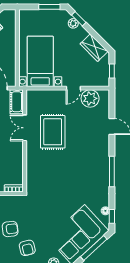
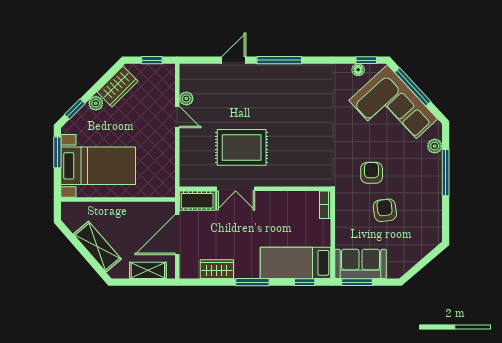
plant: (73, 23) -> (96, 103), moved
bed with nightstands: (40, 61) -> (98, 166), moved, turned 180
plant: (90, 98) -> (186, 98), width x0.53, depth x0.53
window: (112, 172) -> (279, 60), moved
armchair: (27, 248) -> (372, 173), moved, turned -76

